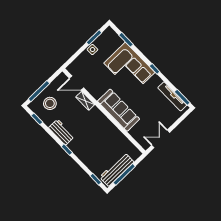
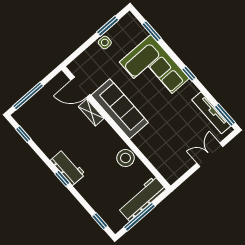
stool: (50, 103) -> (125, 158), moved
sofa: (119, 110) -> (120, 109), moved
workbench: (61, 132) -> (68, 167), moved
double door: (161, 139) -> (210, 155), moved
workbench: (117, 170) -> (142, 199), moved

